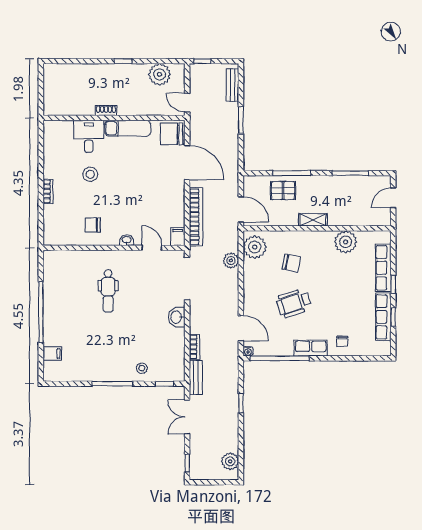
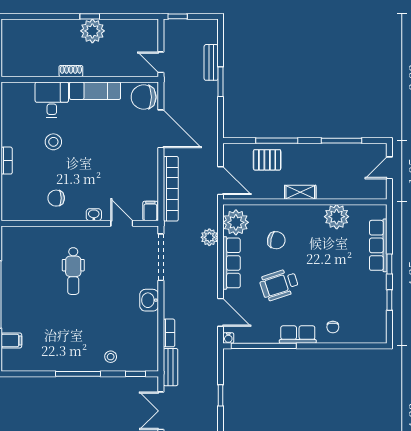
plant: (160, 74) -> (92, 31), moved
bench: (232, 85) -> (211, 62), moved
row of seats: (383, 317) -> (232, 263), moved, turned 180

